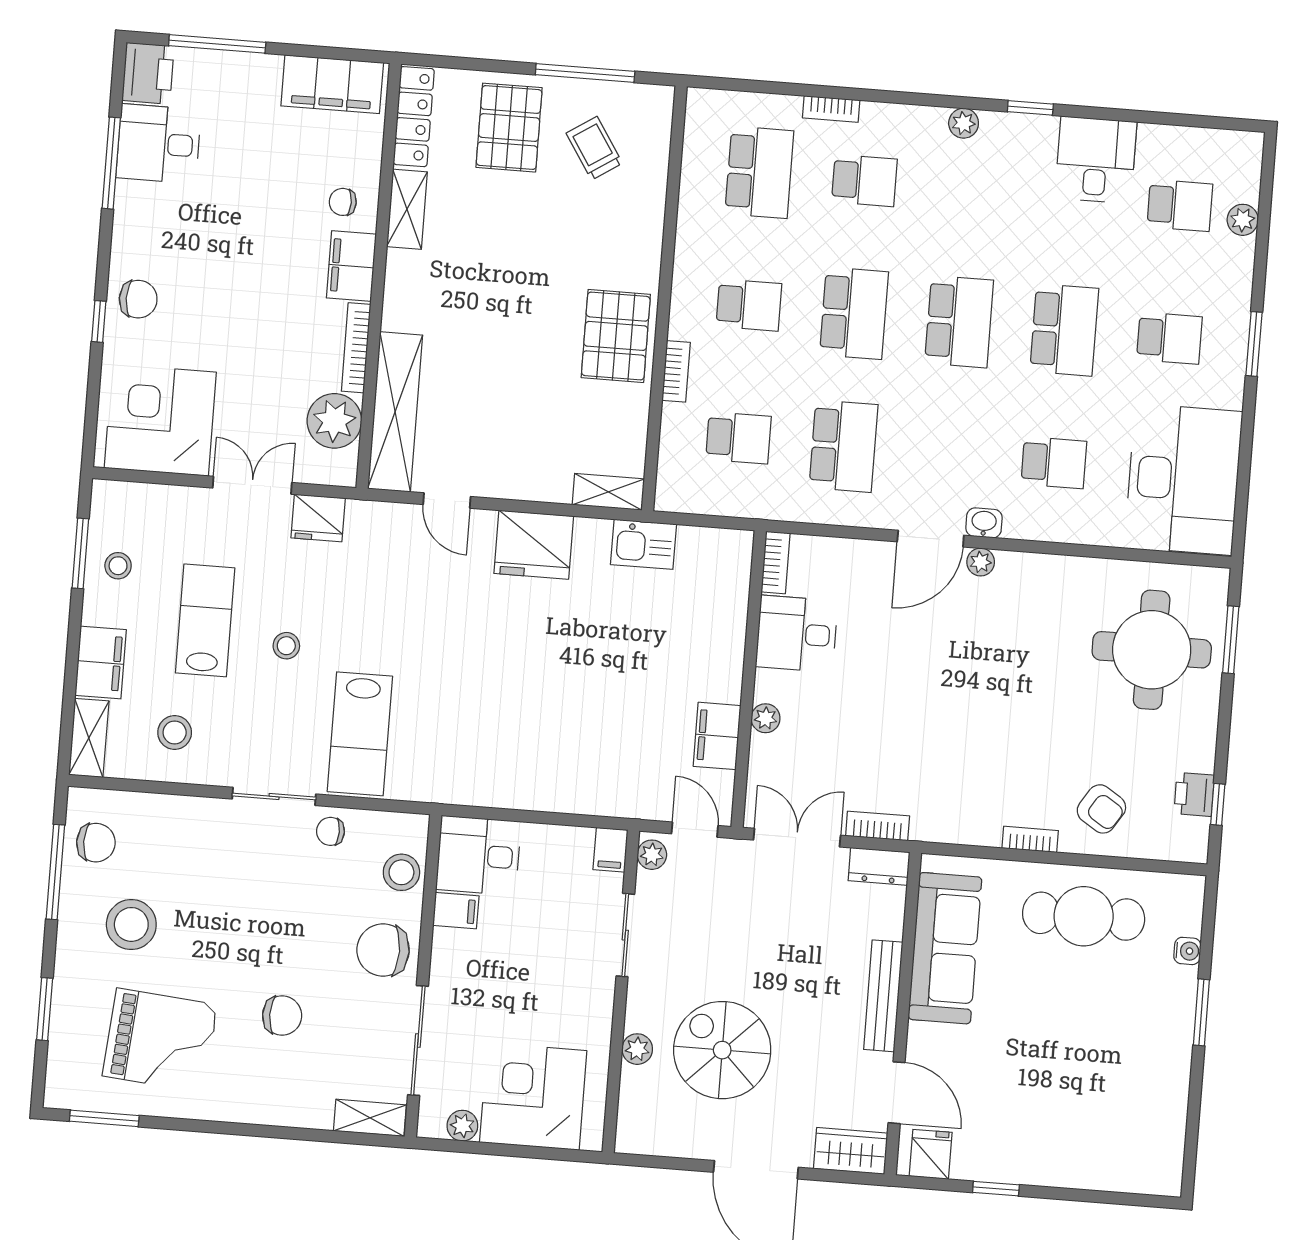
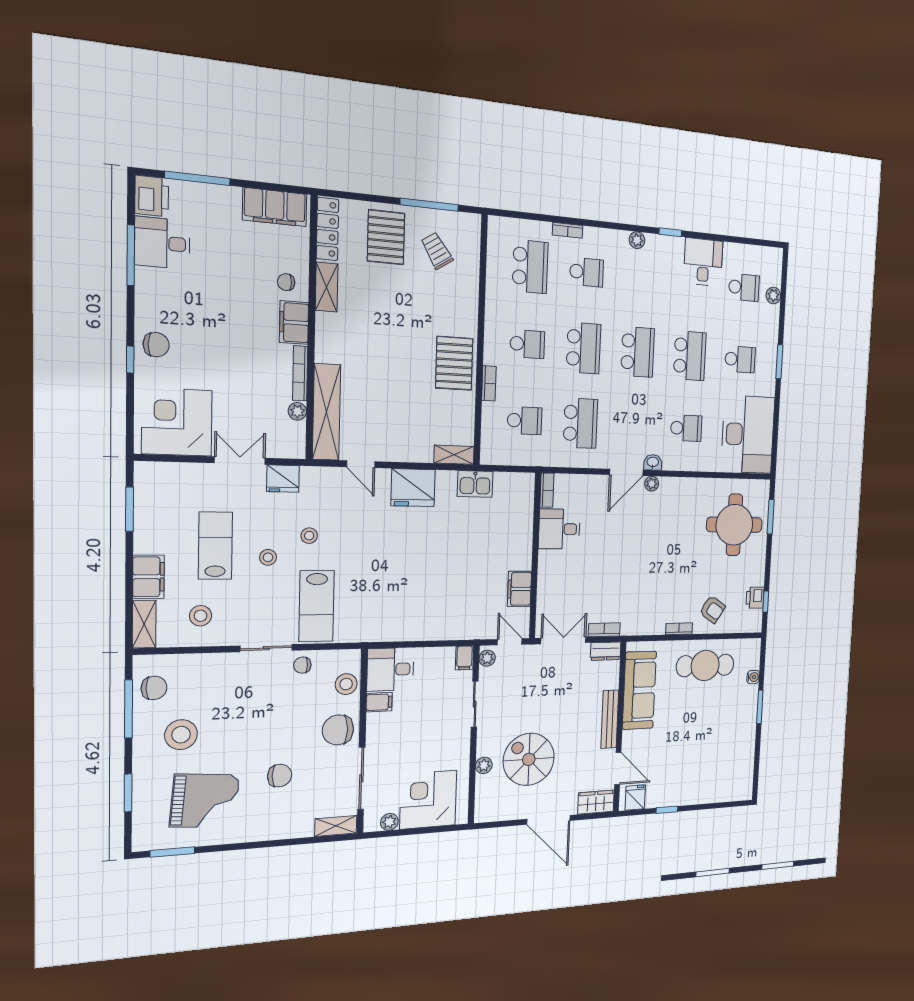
plant: (334, 421) -> (297, 411), width x0.53, depth x0.53
stool: (118, 566) -> (309, 536), moved
plant: (766, 718) -> (545, 577), removed

